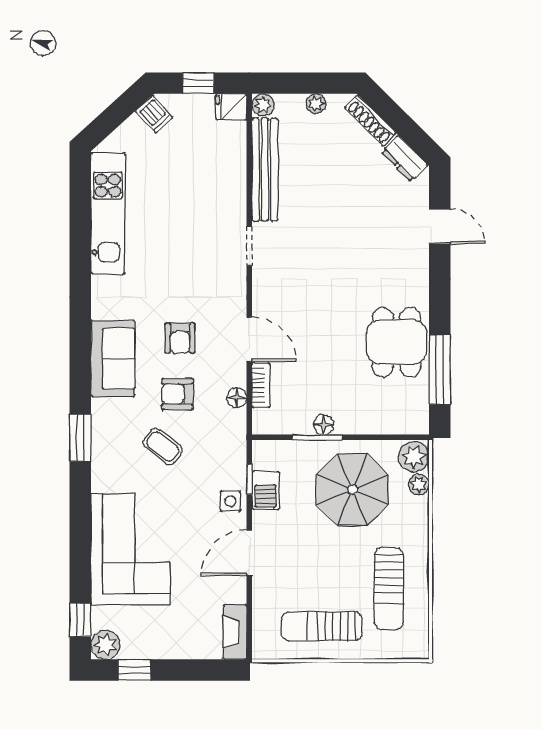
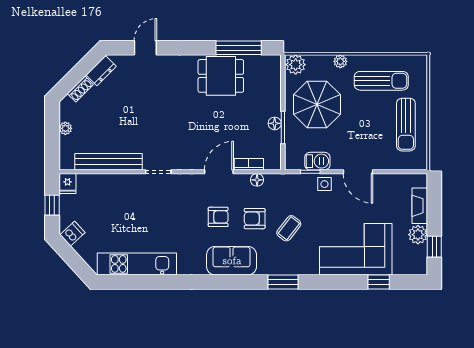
plant: (263, 105) -> (66, 163), removed
shoe rack: (370, 121) -> (80, 89), width x0.70
armchair: (178, 394) -> (255, 219), turned 90
plant: (419, 484) -> (340, 61), moved
window: (80, 620) -> (379, 282), moved
fireplace: (235, 632) -> (420, 206), moved, turned 90
plant: (105, 645) -> (418, 235), moved

